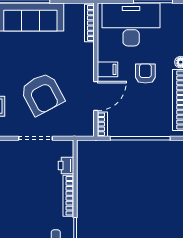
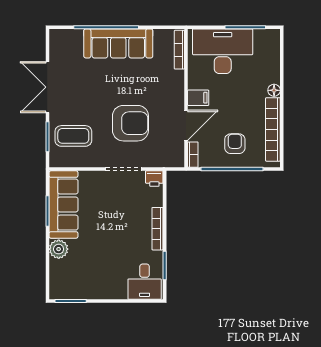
armchair: (145, 73) -> (235, 144), moved
armchair: (42, 94) -> (130, 123), turned -62
printer: (66, 166) -> (154, 179), moved, turned -90

